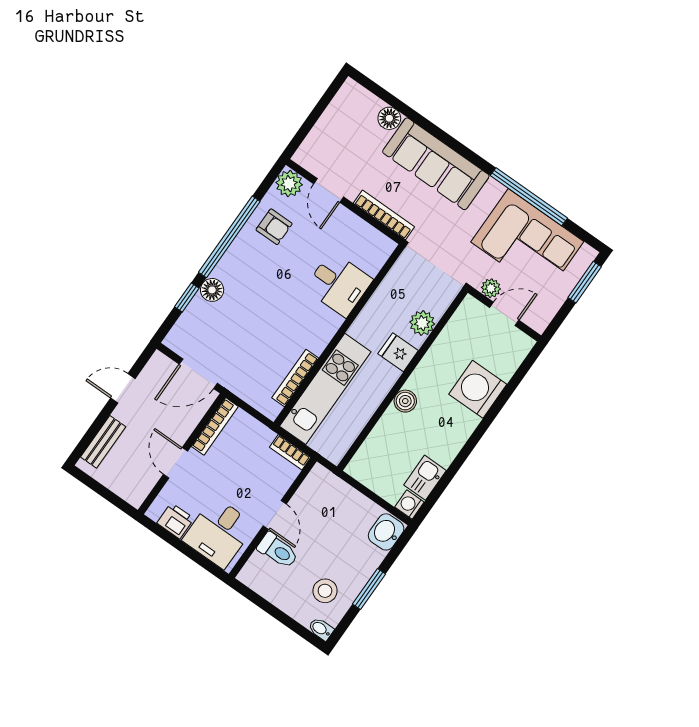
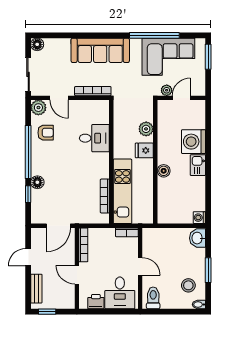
floor lamp: (389, 118) -> (37, 44), moved
sliding door: (308, 126) -> (28, 74), added
kitchen sink: (425, 478) -> (198, 165), moved
window: (95, 486) -> (47, 312), added
toilet: (278, 551) -> (153, 298), moved, turned -90

